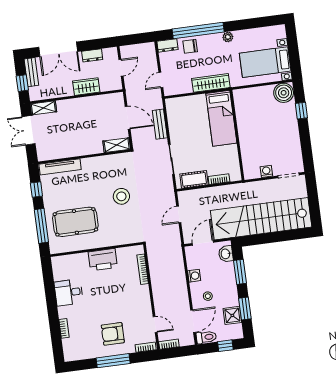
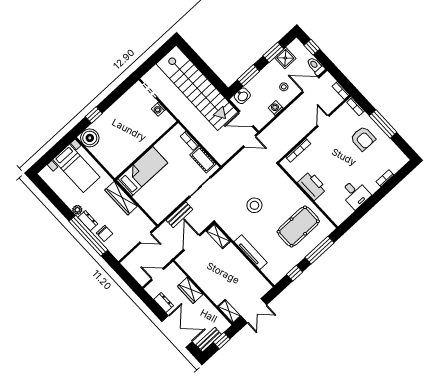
dresser: (168, 45) -> (88, 221), moved
tv unit: (60, 167) -> (251, 252), moved
door: (179, 214) -> (250, 141), moved
pool table: (75, 222) -> (298, 226), turned 90
door: (155, 325) -> (323, 121), moved

